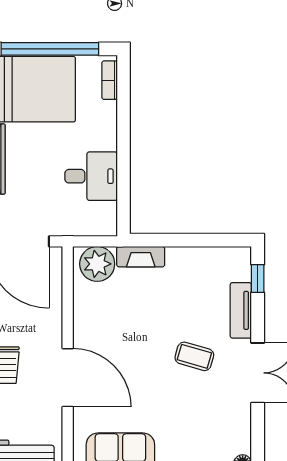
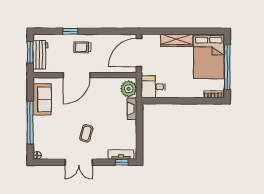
desk: (91, 176) -> (153, 87), moved, turned 90
tv unit: (241, 310) -> (121, 155), moved

